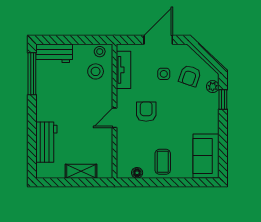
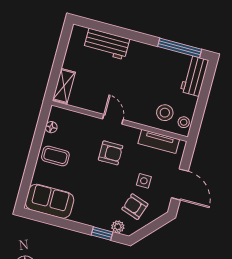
shelving: (81, 171) -> (64, 86), moved

